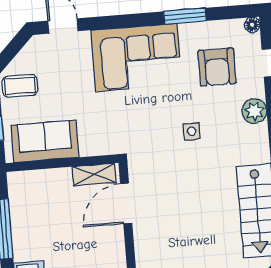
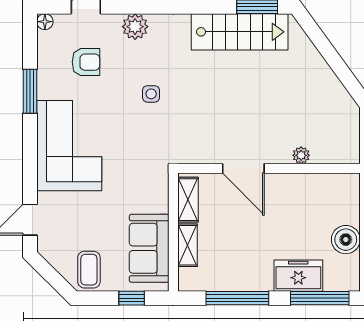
armchair: (217, 67) -> (86, 62), width x0.72, depth x0.72
shelving: (51, 178) -> (188, 245), added
door: (126, 203) -> (243, 168), moved

